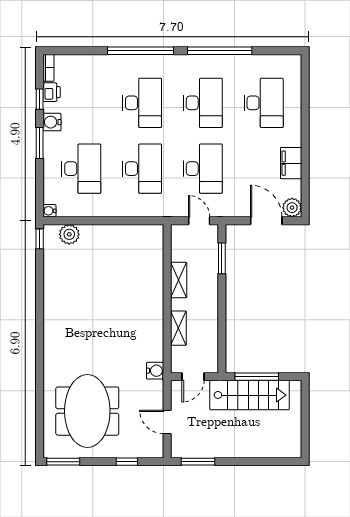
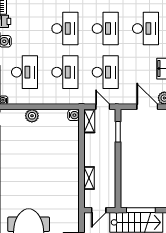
plant: (69, 234) -> (32, 116), moved
shelving: (179, 280) -> (89, 121), moved
water cooler: (155, 371) -> (74, 115), moved

